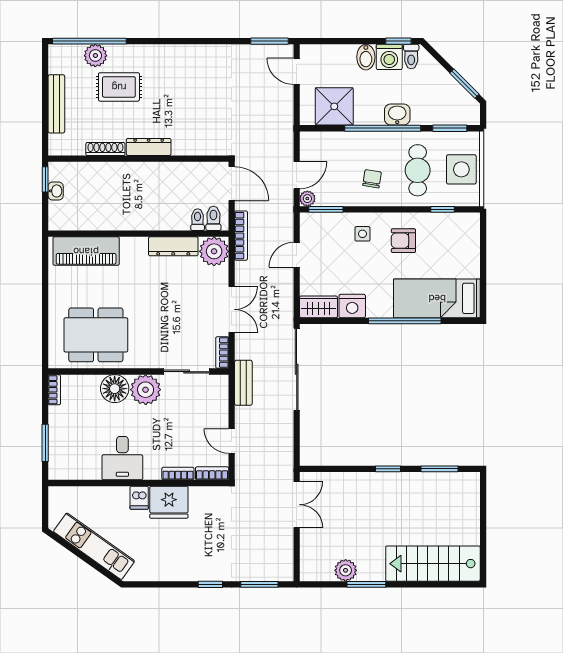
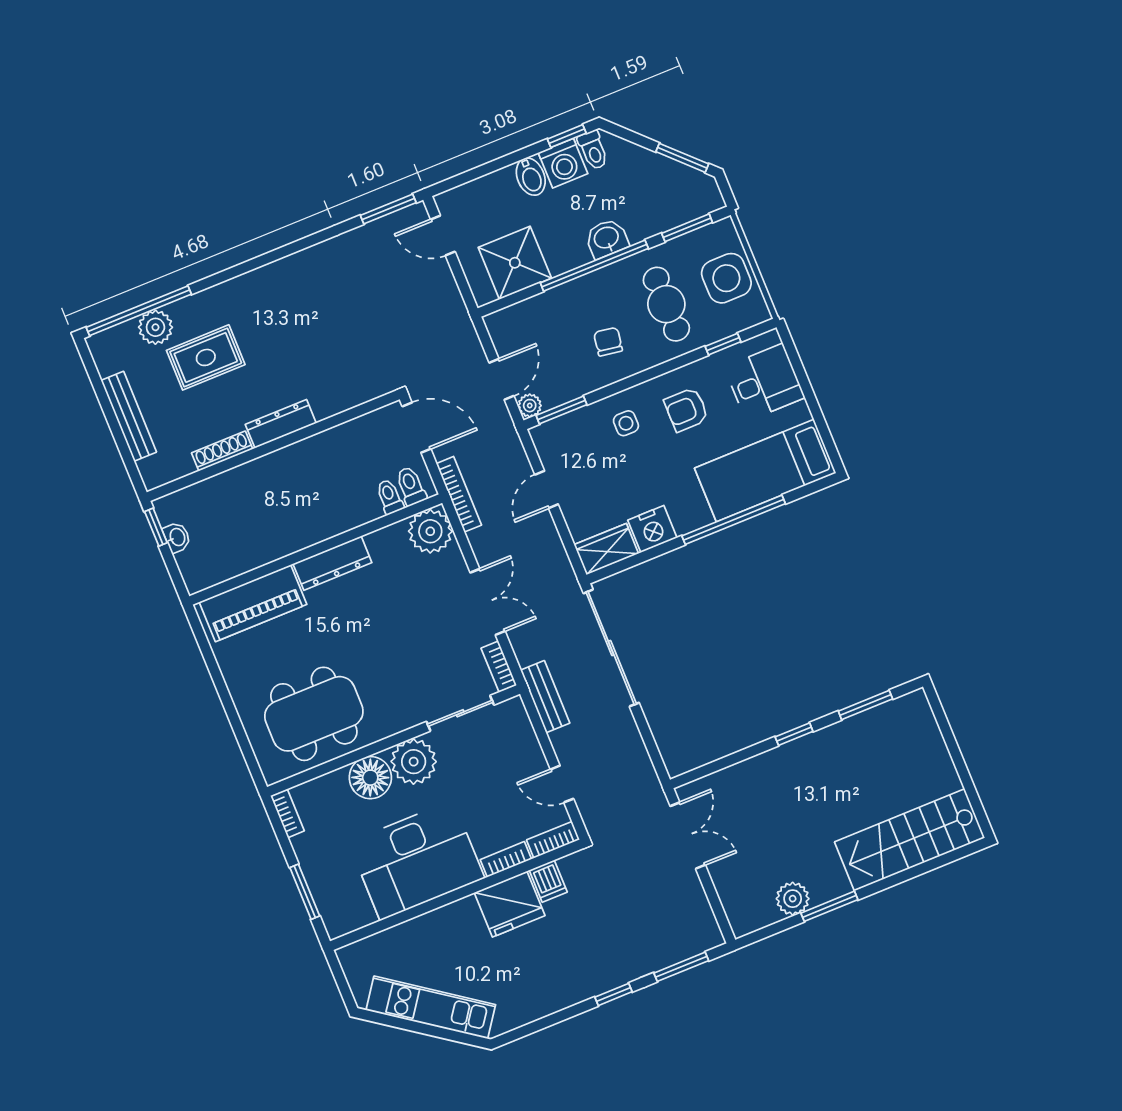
desk: (459, 244) -> (765, 382), added
dresser: (173, 246) -> (332, 563), moved
desk: (122, 458) -> (417, 860), width x1.87, depth x1.30
dishwasher: (139, 498) -> (548, 881), moved

